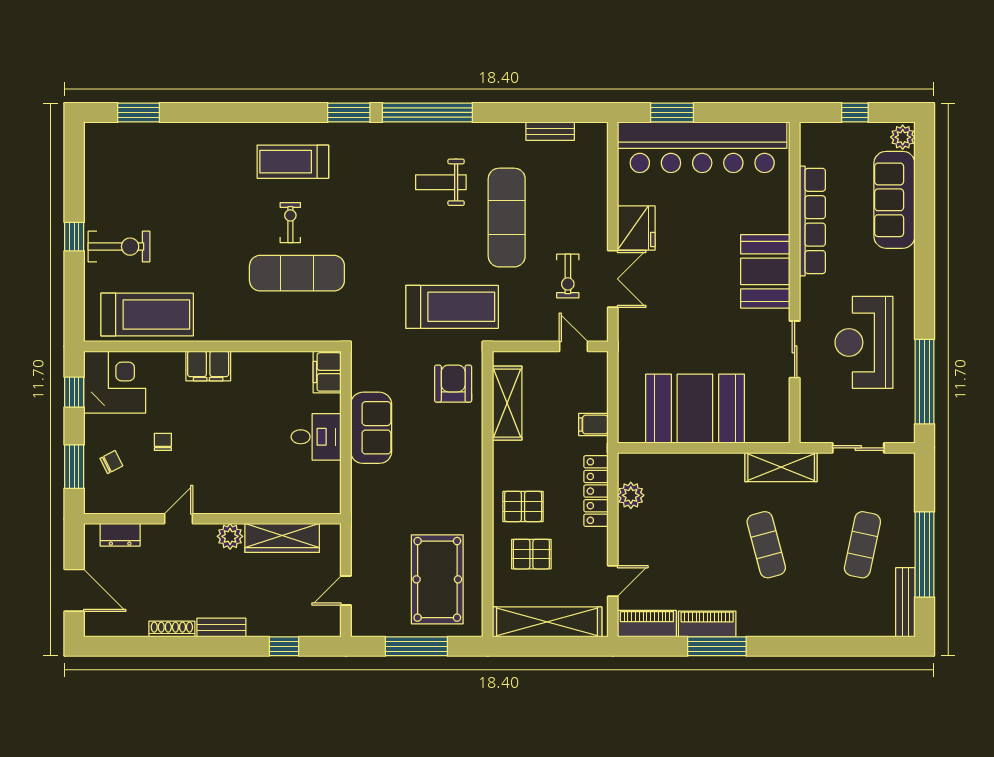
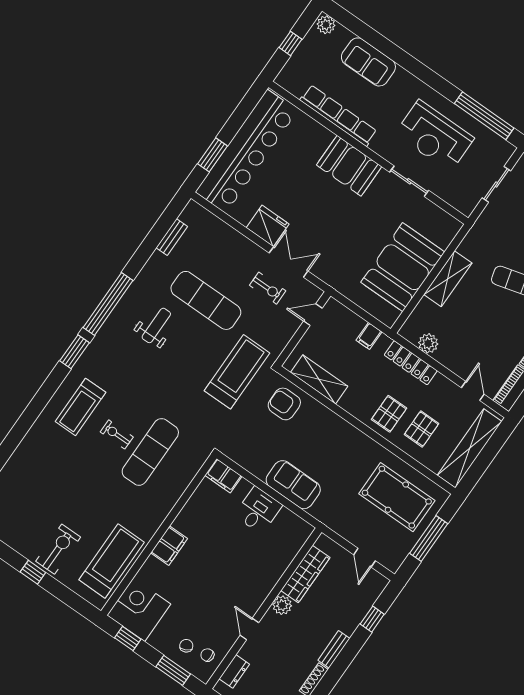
weight bench: (441, 182) -> (156, 325), turned 180
sofa: (894, 200) -> (368, 62), width x0.73
sofa: (371, 428) -> (293, 485), moved
chair: (163, 442) -> (207, 655), moved
shelving: (781, 467) -> (448, 279), moved

